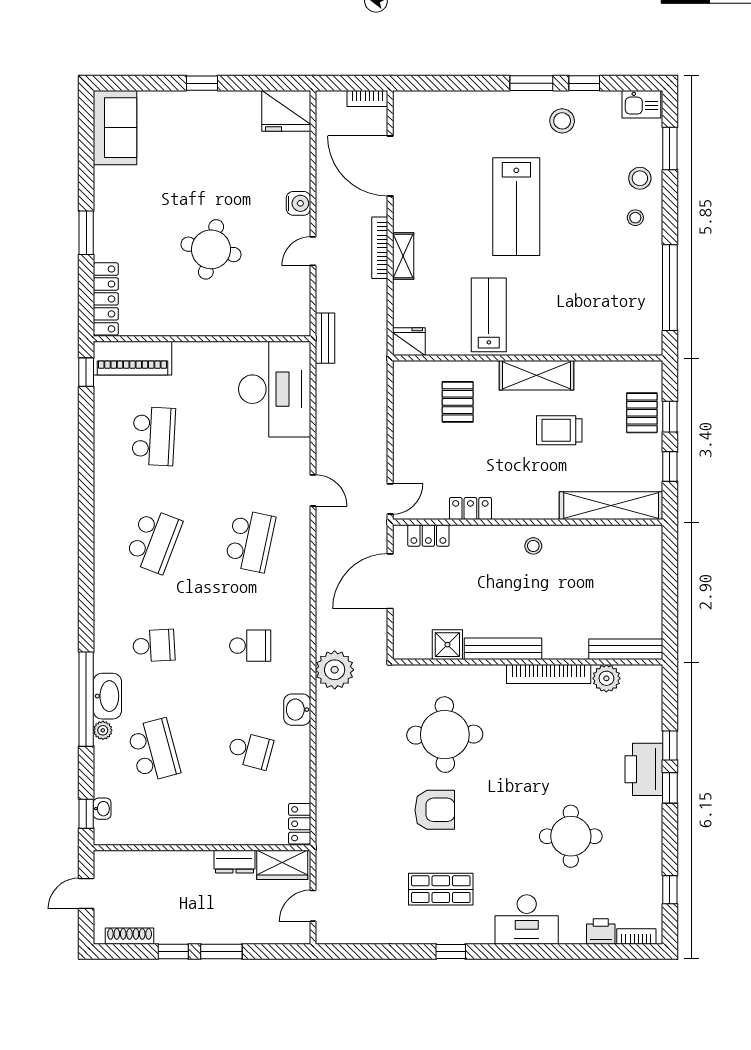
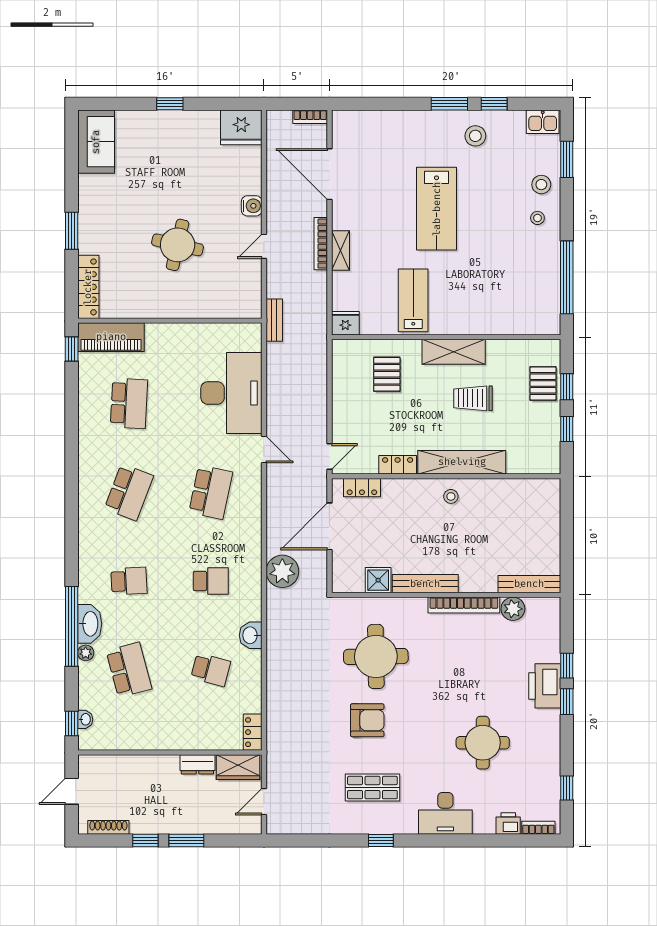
desk: (275, 389) -> (231, 393), moved
shelving: (611, 506) -> (462, 462), moved
plant: (335, 670) -> (282, 571), moved

